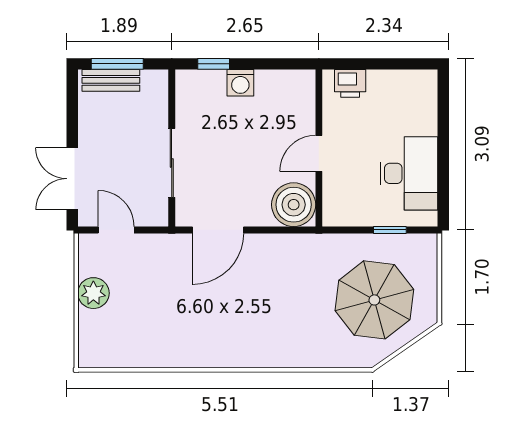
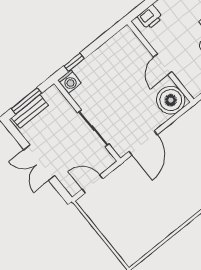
washing machine: (240, 83) -> (69, 82), moved
double door: (72, 179) -> (39, 163), moved
plant: (93, 293) -> (107, 224), removed

